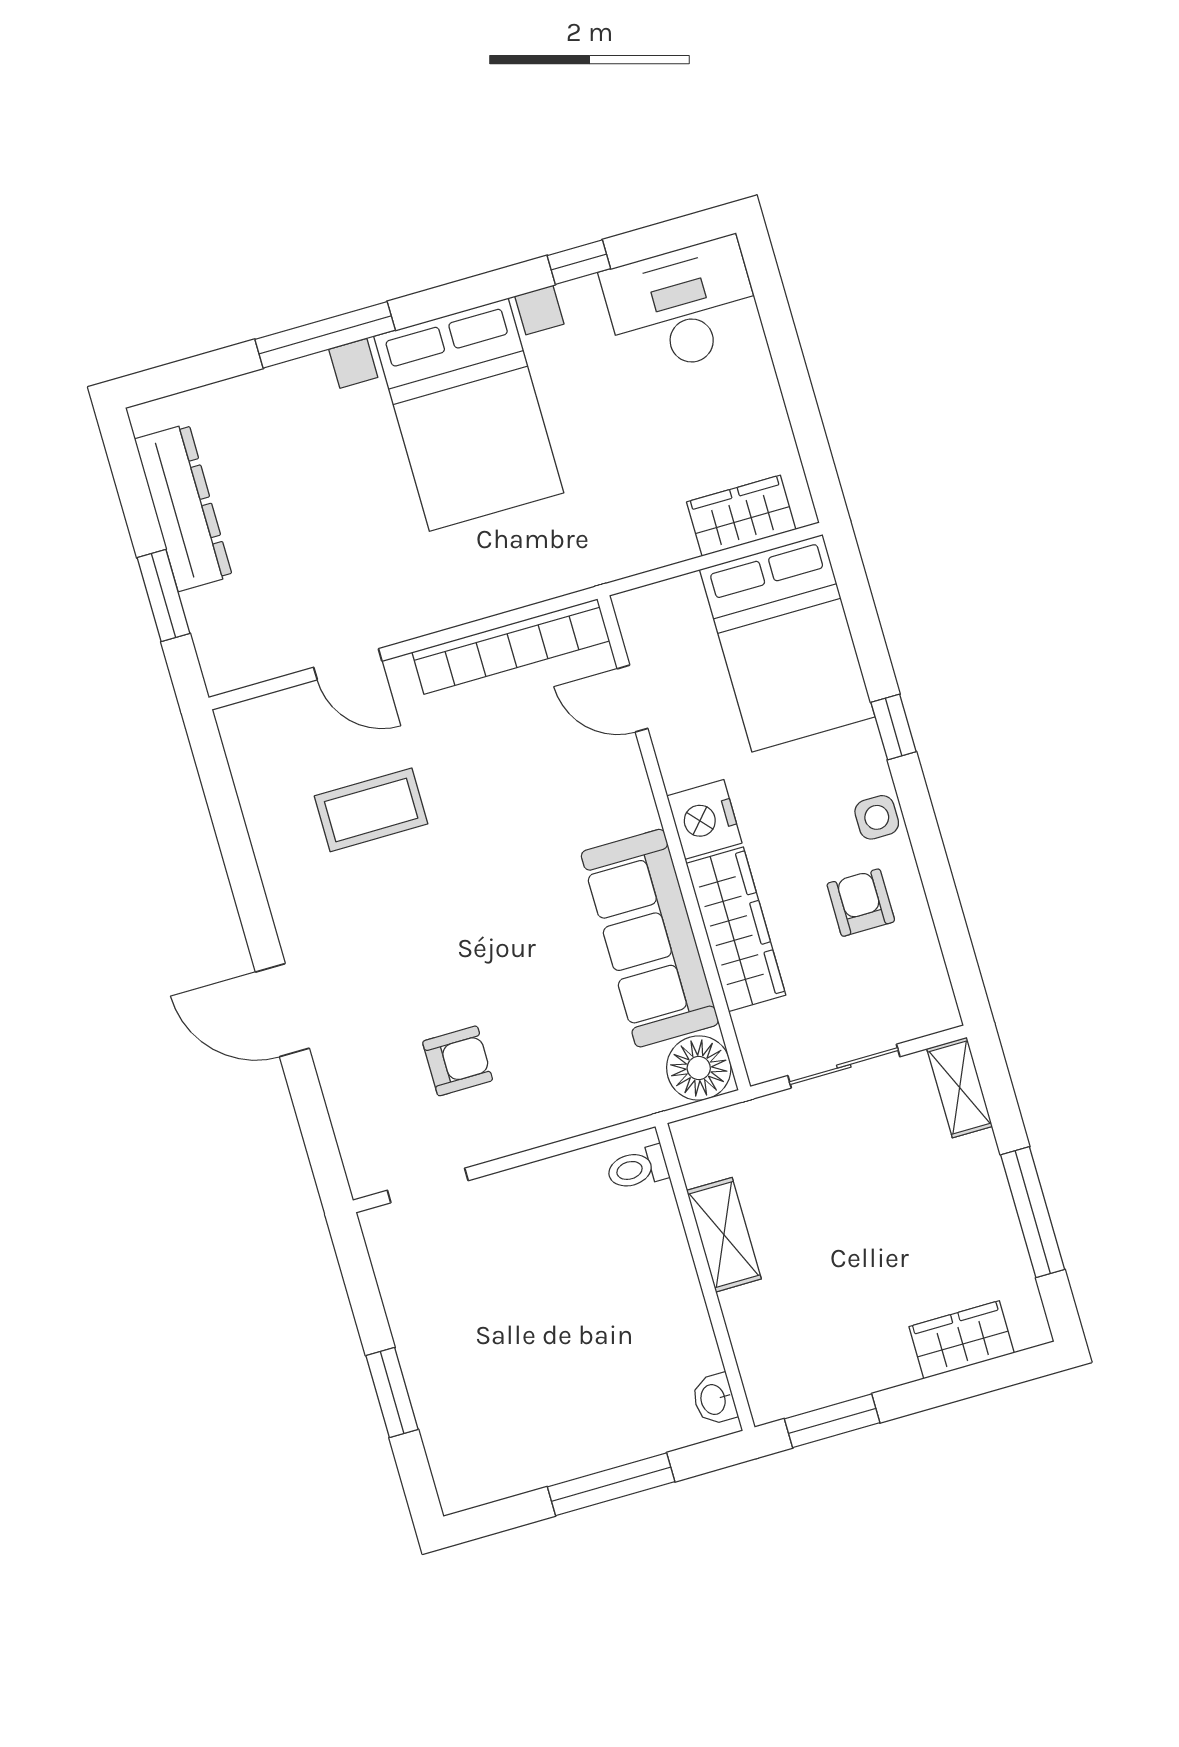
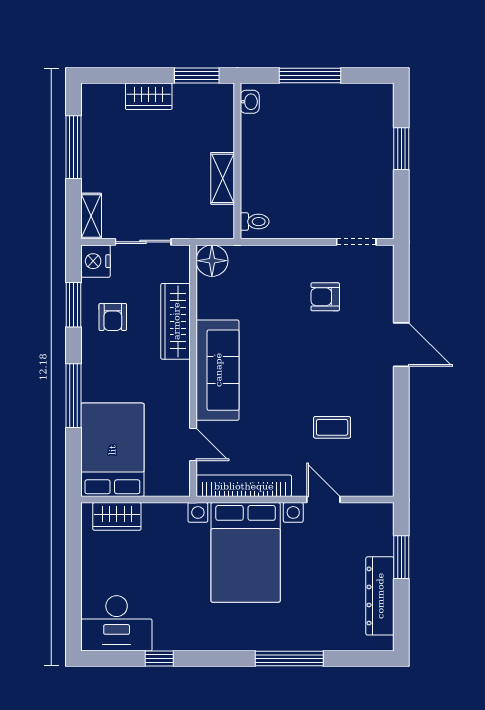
bed with nightstands: (469, 415) -> (246, 552), moved, turned 180
window: (894, 727) -> (73, 396), width x2.17
coffee table: (371, 810) -> (332, 427), width x0.73, depth x0.77
side table: (877, 817) -> (94, 355), removed
nightstand: (704, 819) -> (95, 261), moved, turned 180
window: (944, 904) -> (73, 305), added
sofa: (650, 938) -> (218, 370), moved
wardrobe: (962, 1340) -> (149, 96), moved

